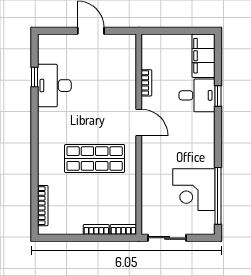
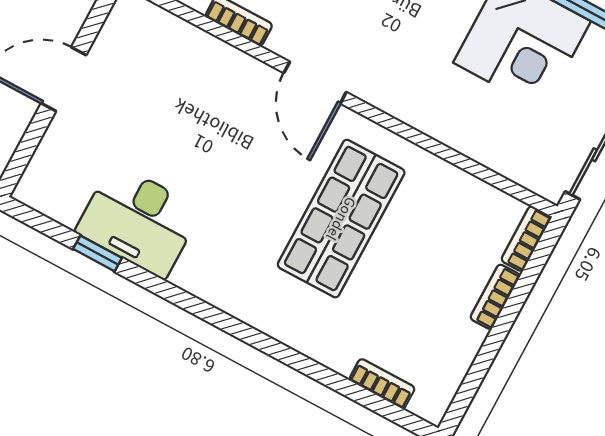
door: (139, 123) -> (315, 83), swing flipped
bookcase: (43, 206) -> (382, 384), width x0.64

